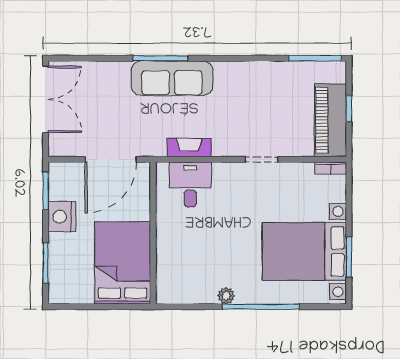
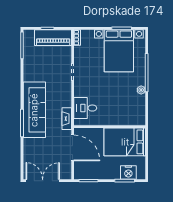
sofa: (172, 78) -> (34, 110), width x1.36, depth x1.27
fireplace: (189, 147) -> (67, 119), moved
nightstand: (62, 217) -> (128, 172), moved

